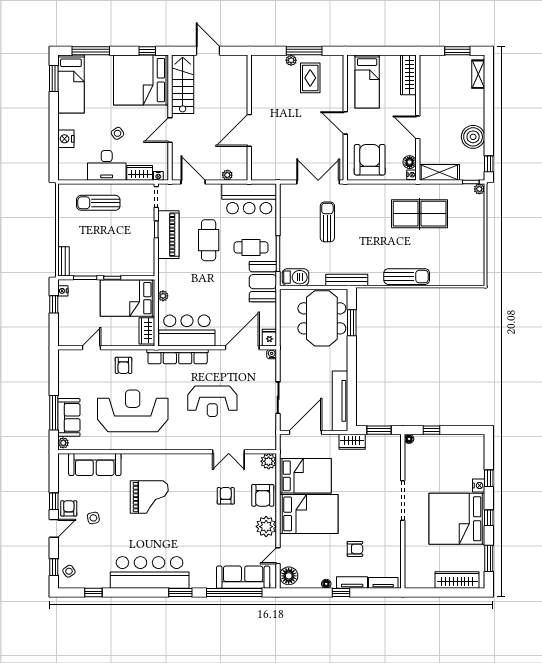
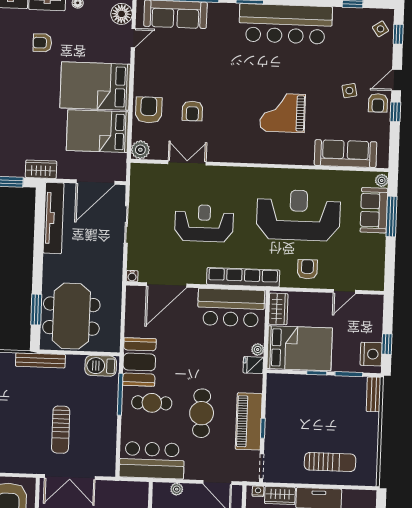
nightstand: (63, 291) -> (371, 354), width x1.89, depth x1.79
fridge: (269, 338) -> (253, 365), moved, turned 90
reception desk: (133, 411) -> (298, 215), turned 180
plant: (266, 527) -> (146, 73), removed

